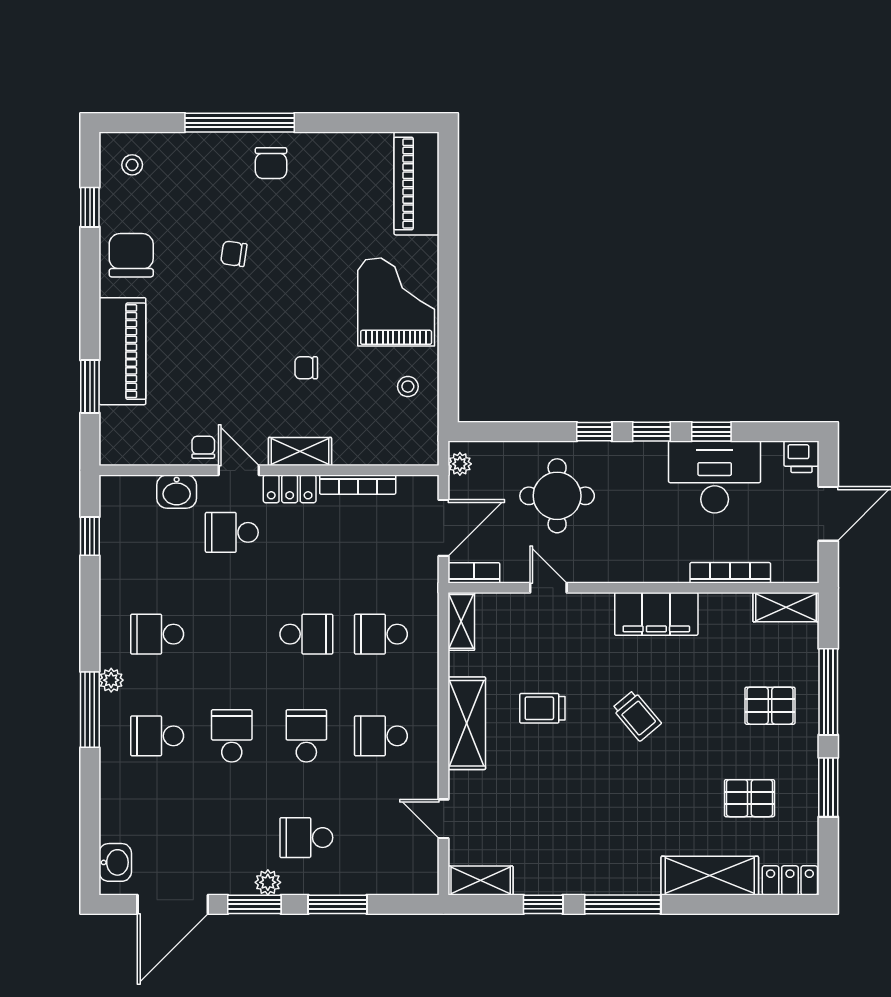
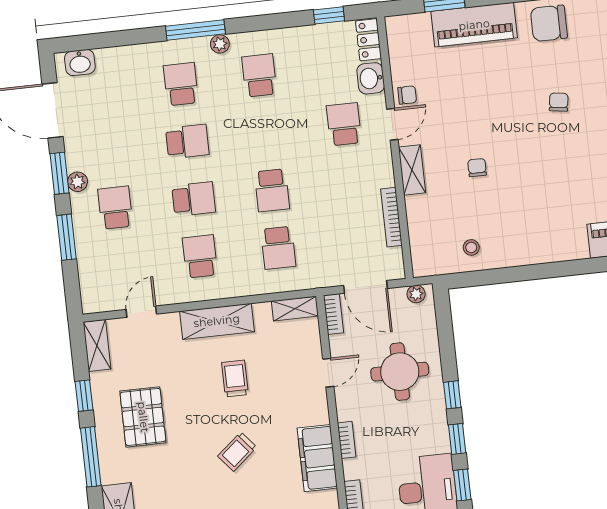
chair: (131, 255) -> (549, 23), turned 180
grand piano: (396, 302) -> (535, 231), removed
locker: (290, 489) -> (369, 40), moved
bookcase: (637, 574) -> (347, 440), added
school desk: (381, 634) -> (278, 248), turned 180
pallet: (579, 832) -> (143, 417), added

